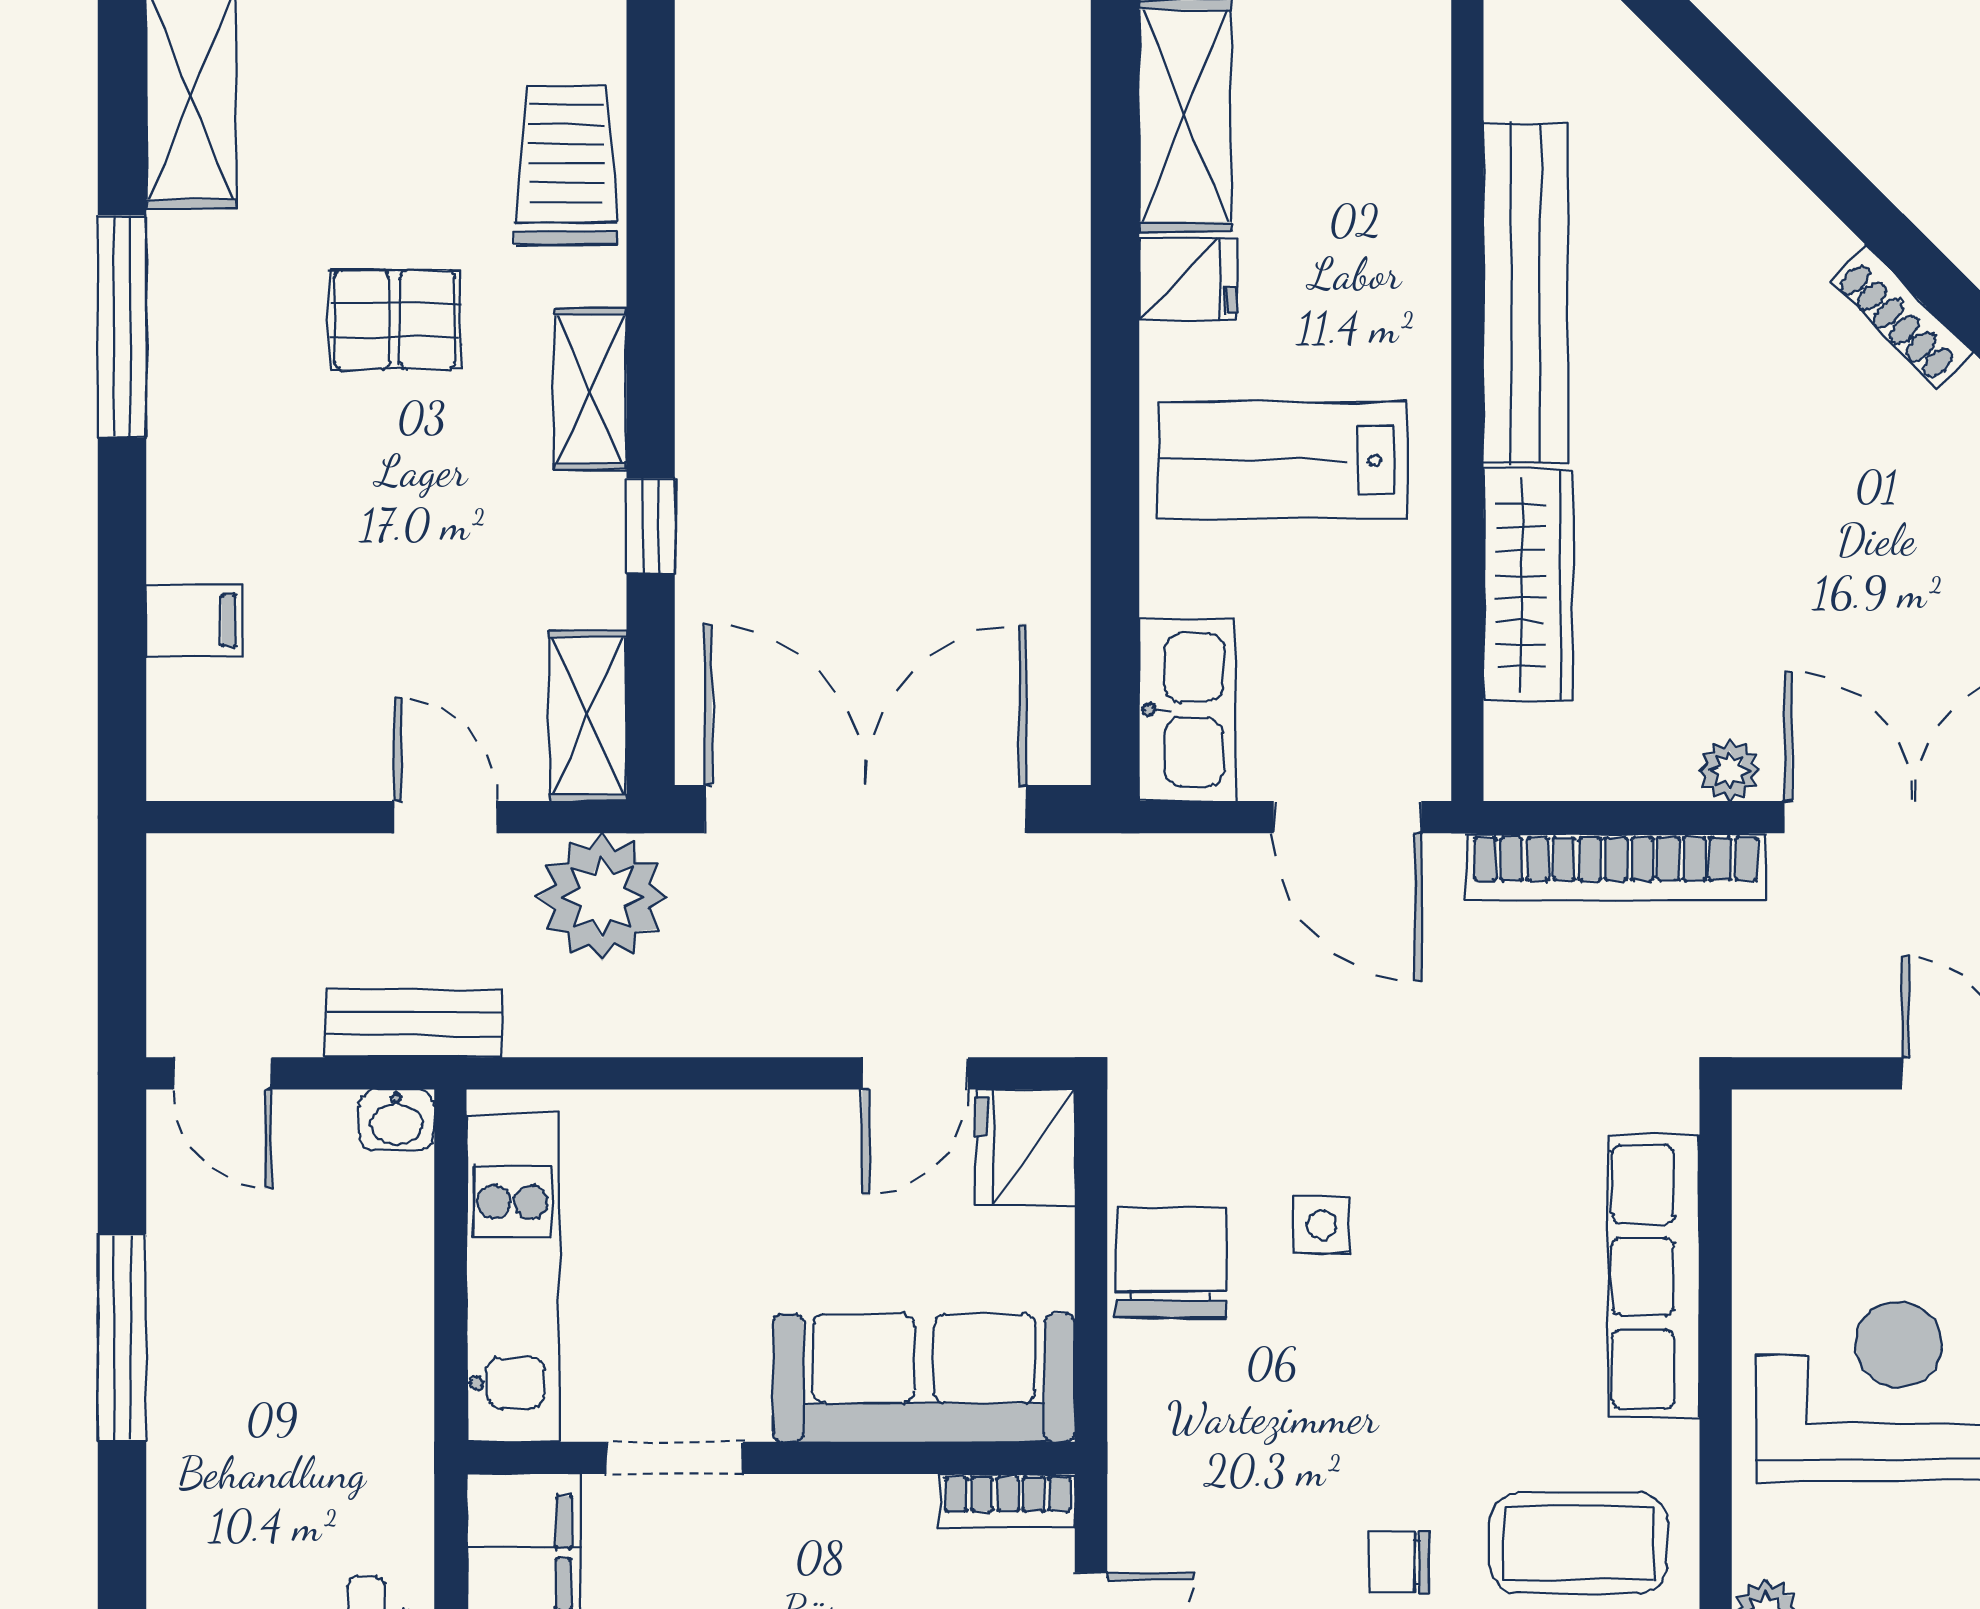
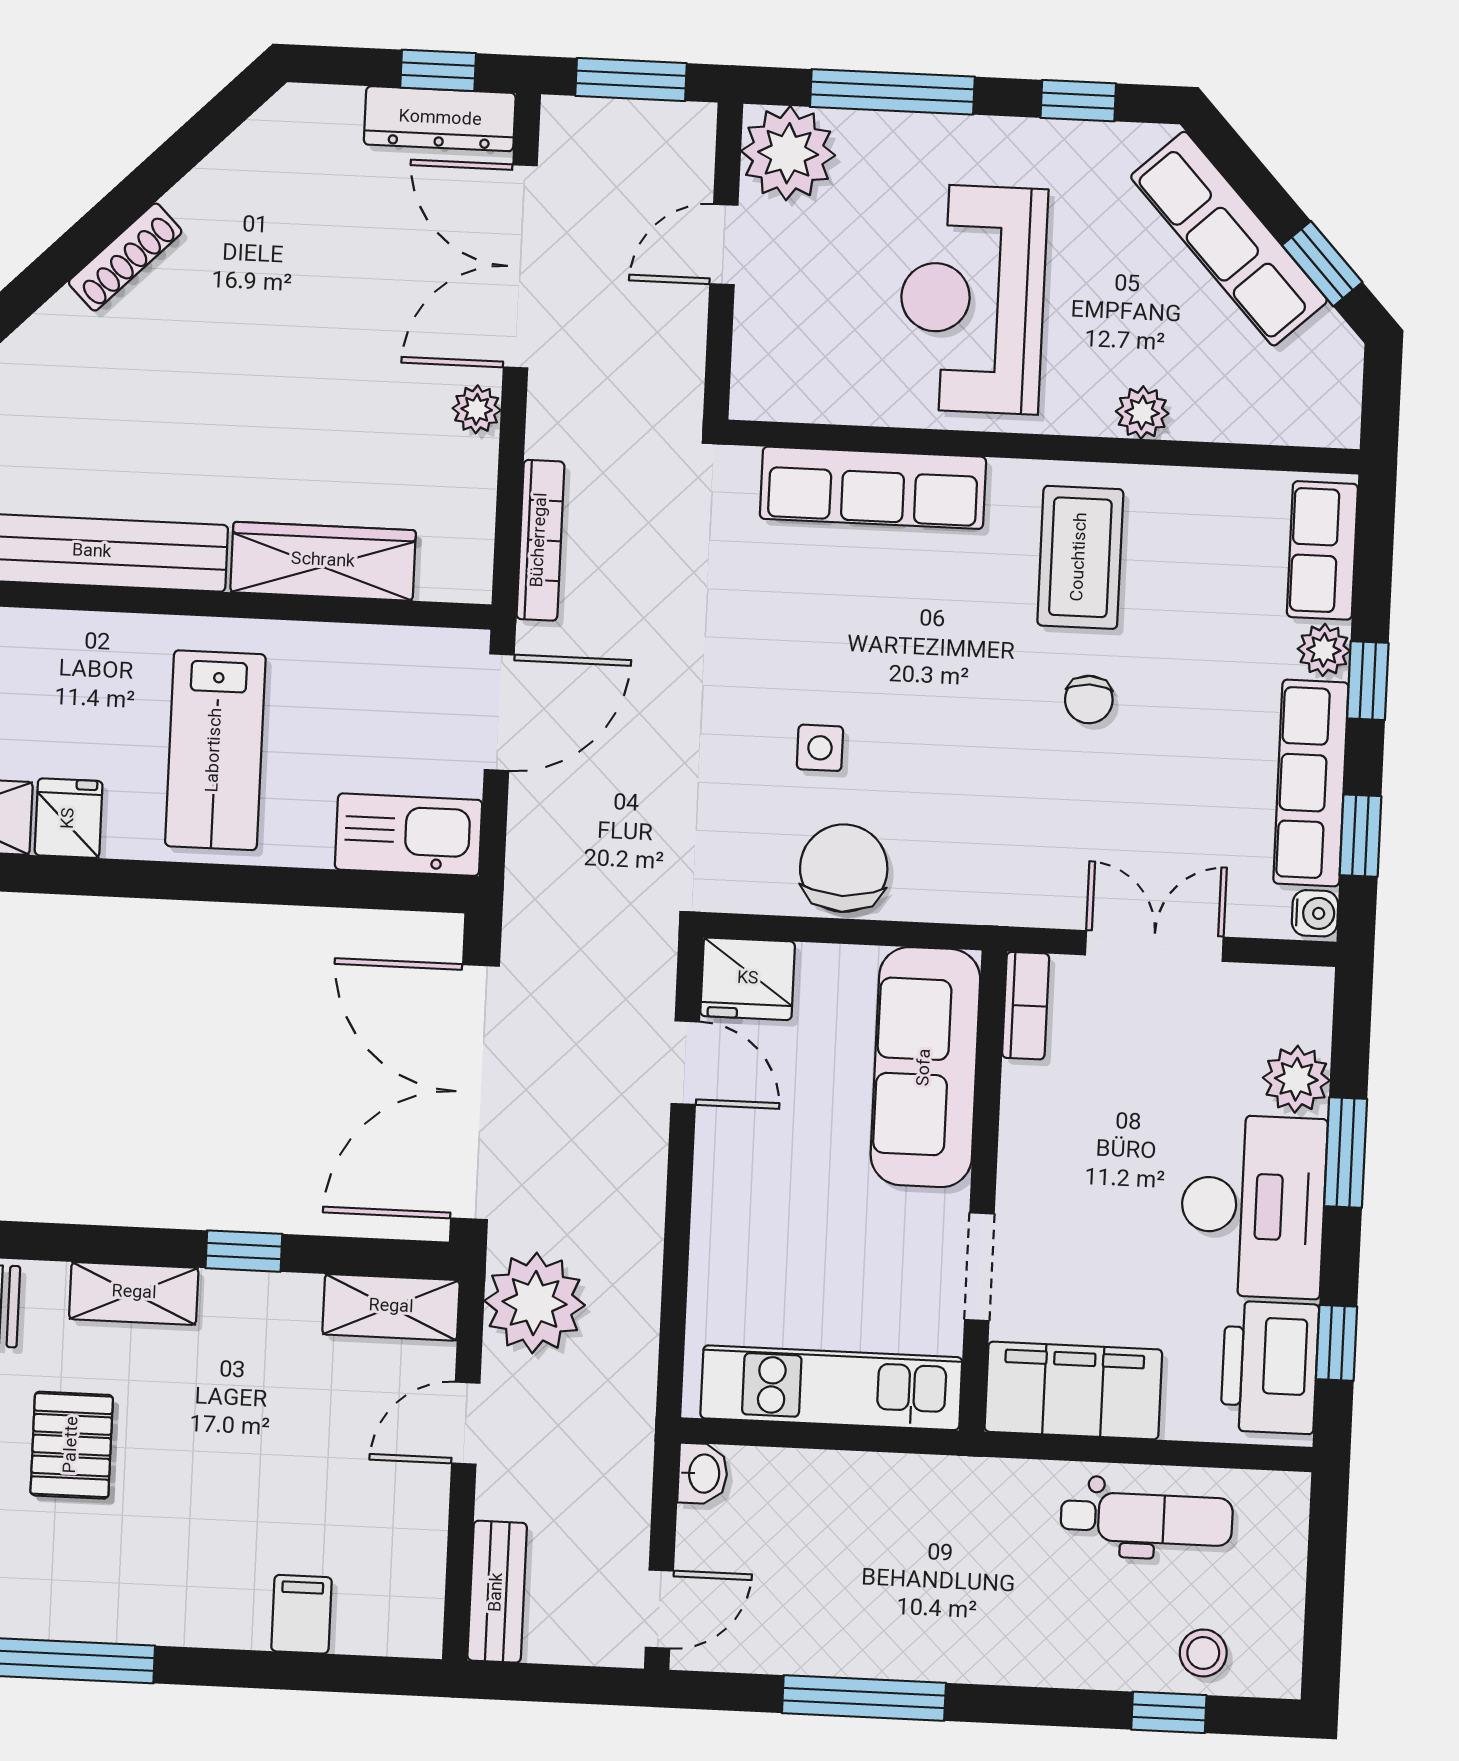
bookcase: (1616, 867) -> (540, 540), width x0.68, depth x0.76
bench: (414, 1024) -> (497, 1592), moved
chair: (1171, 1262) -> (844, 868), turned 90

